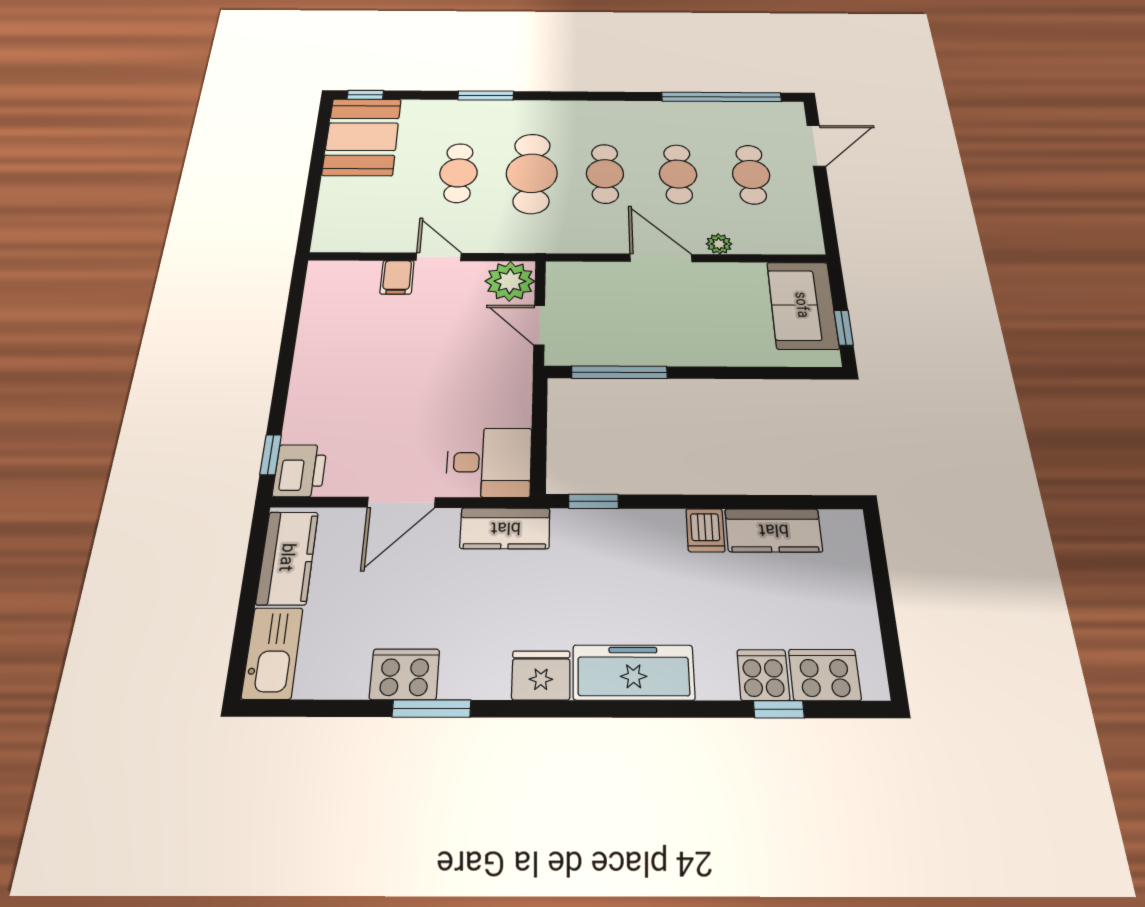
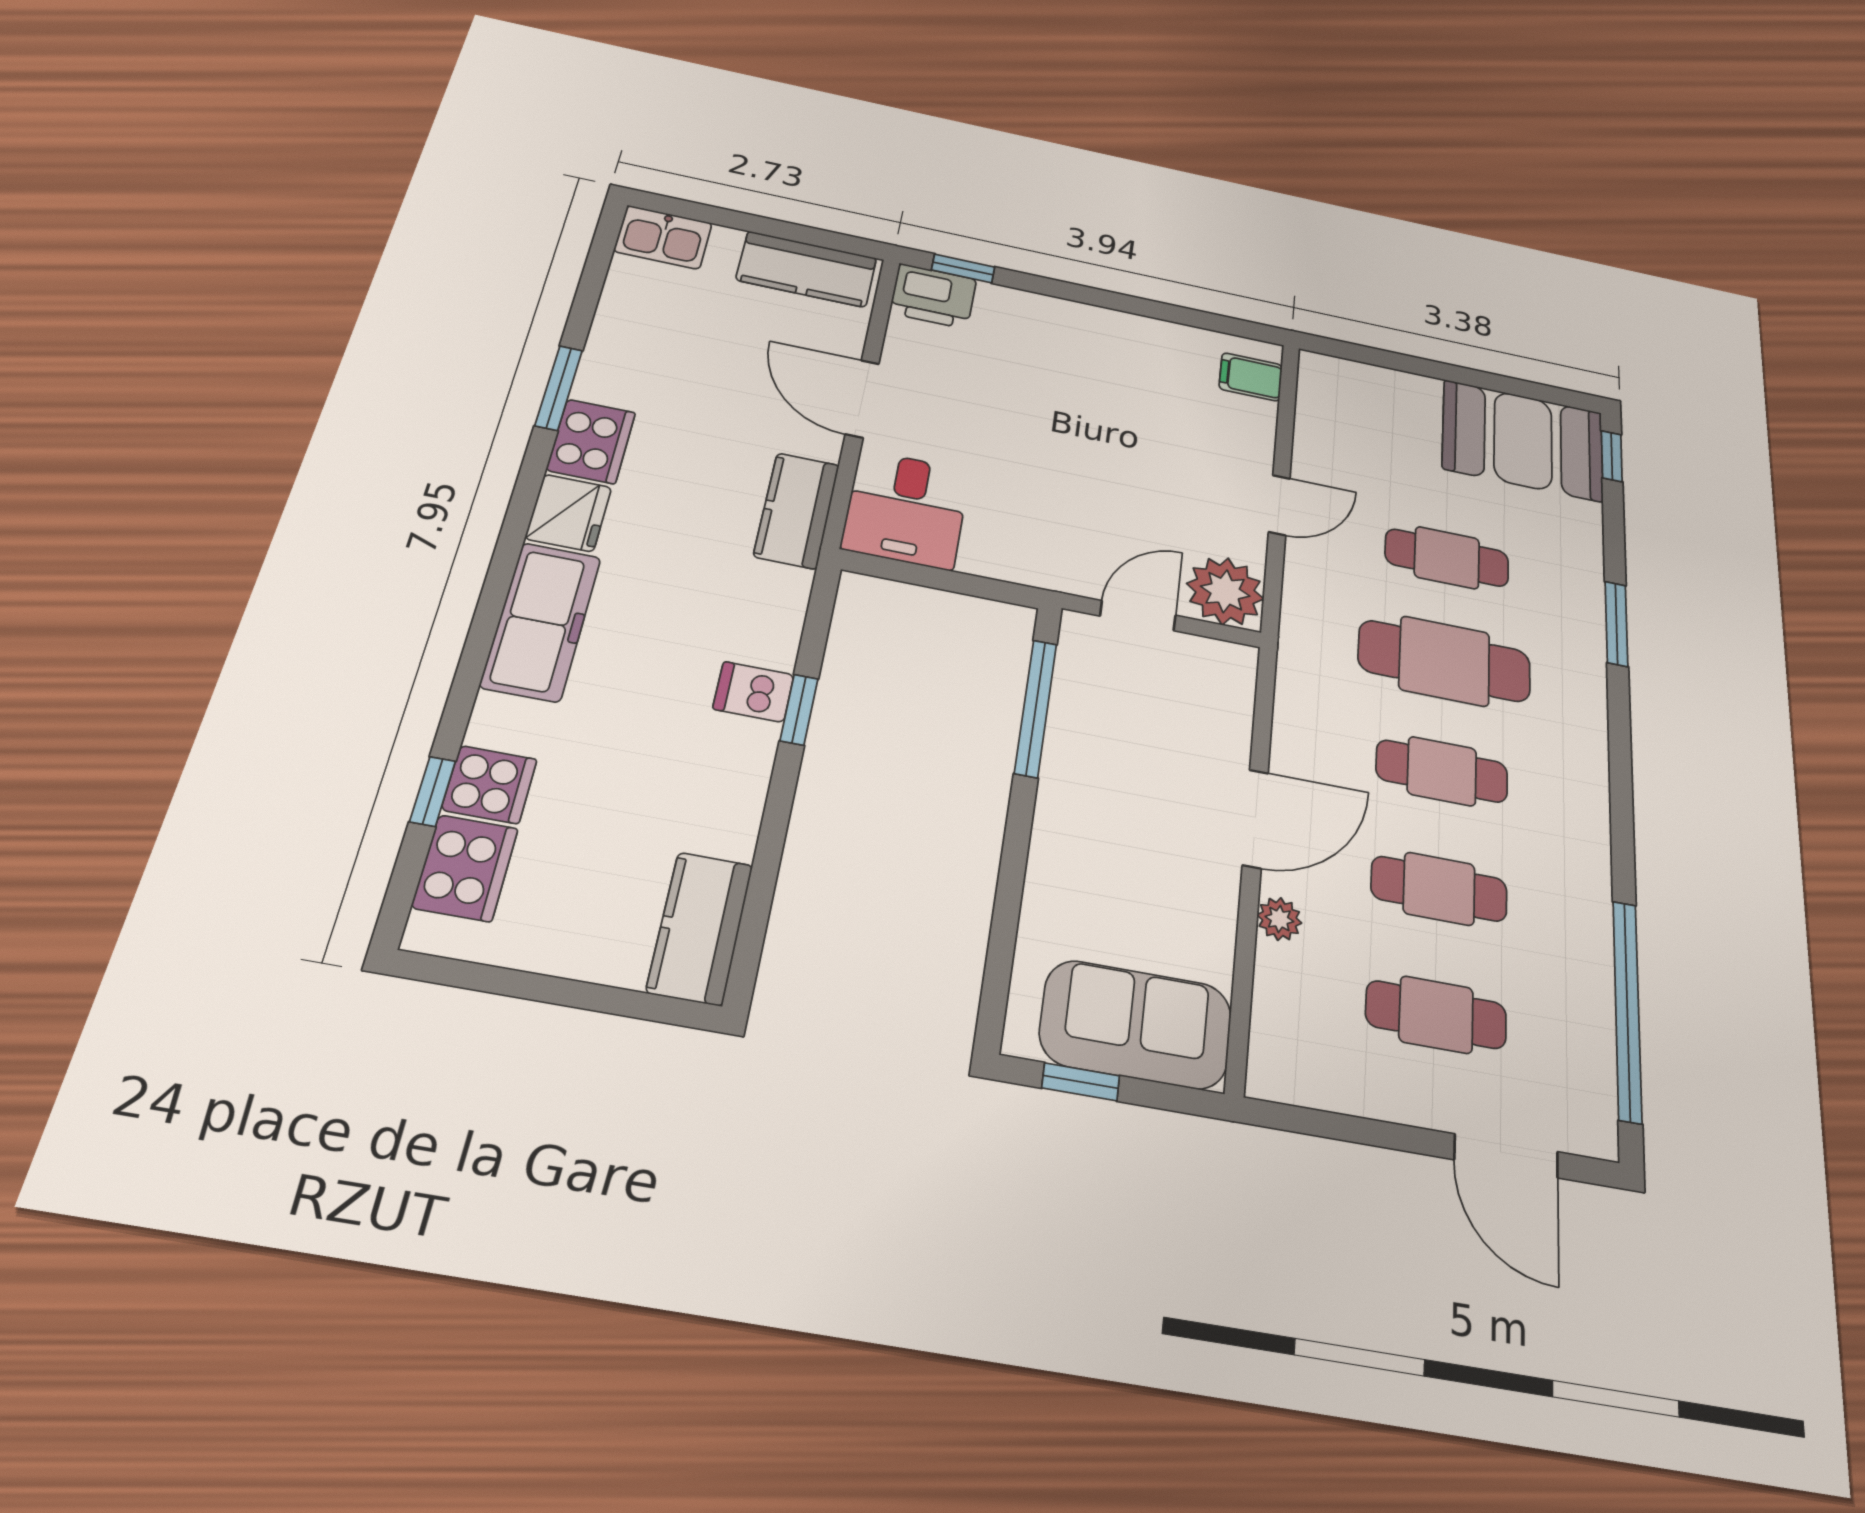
filing cabinet: (397, 277) -> (1251, 377), moved
window: (593, 501) -> (799, 710), moved
dishwasher: (705, 530) -> (754, 692), moved
kitchen counter: (773, 530) -> (700, 928), moved
kitchen sink: (272, 653) -> (663, 237), width x0.73
cooker: (405, 674) -> (591, 441), moved

